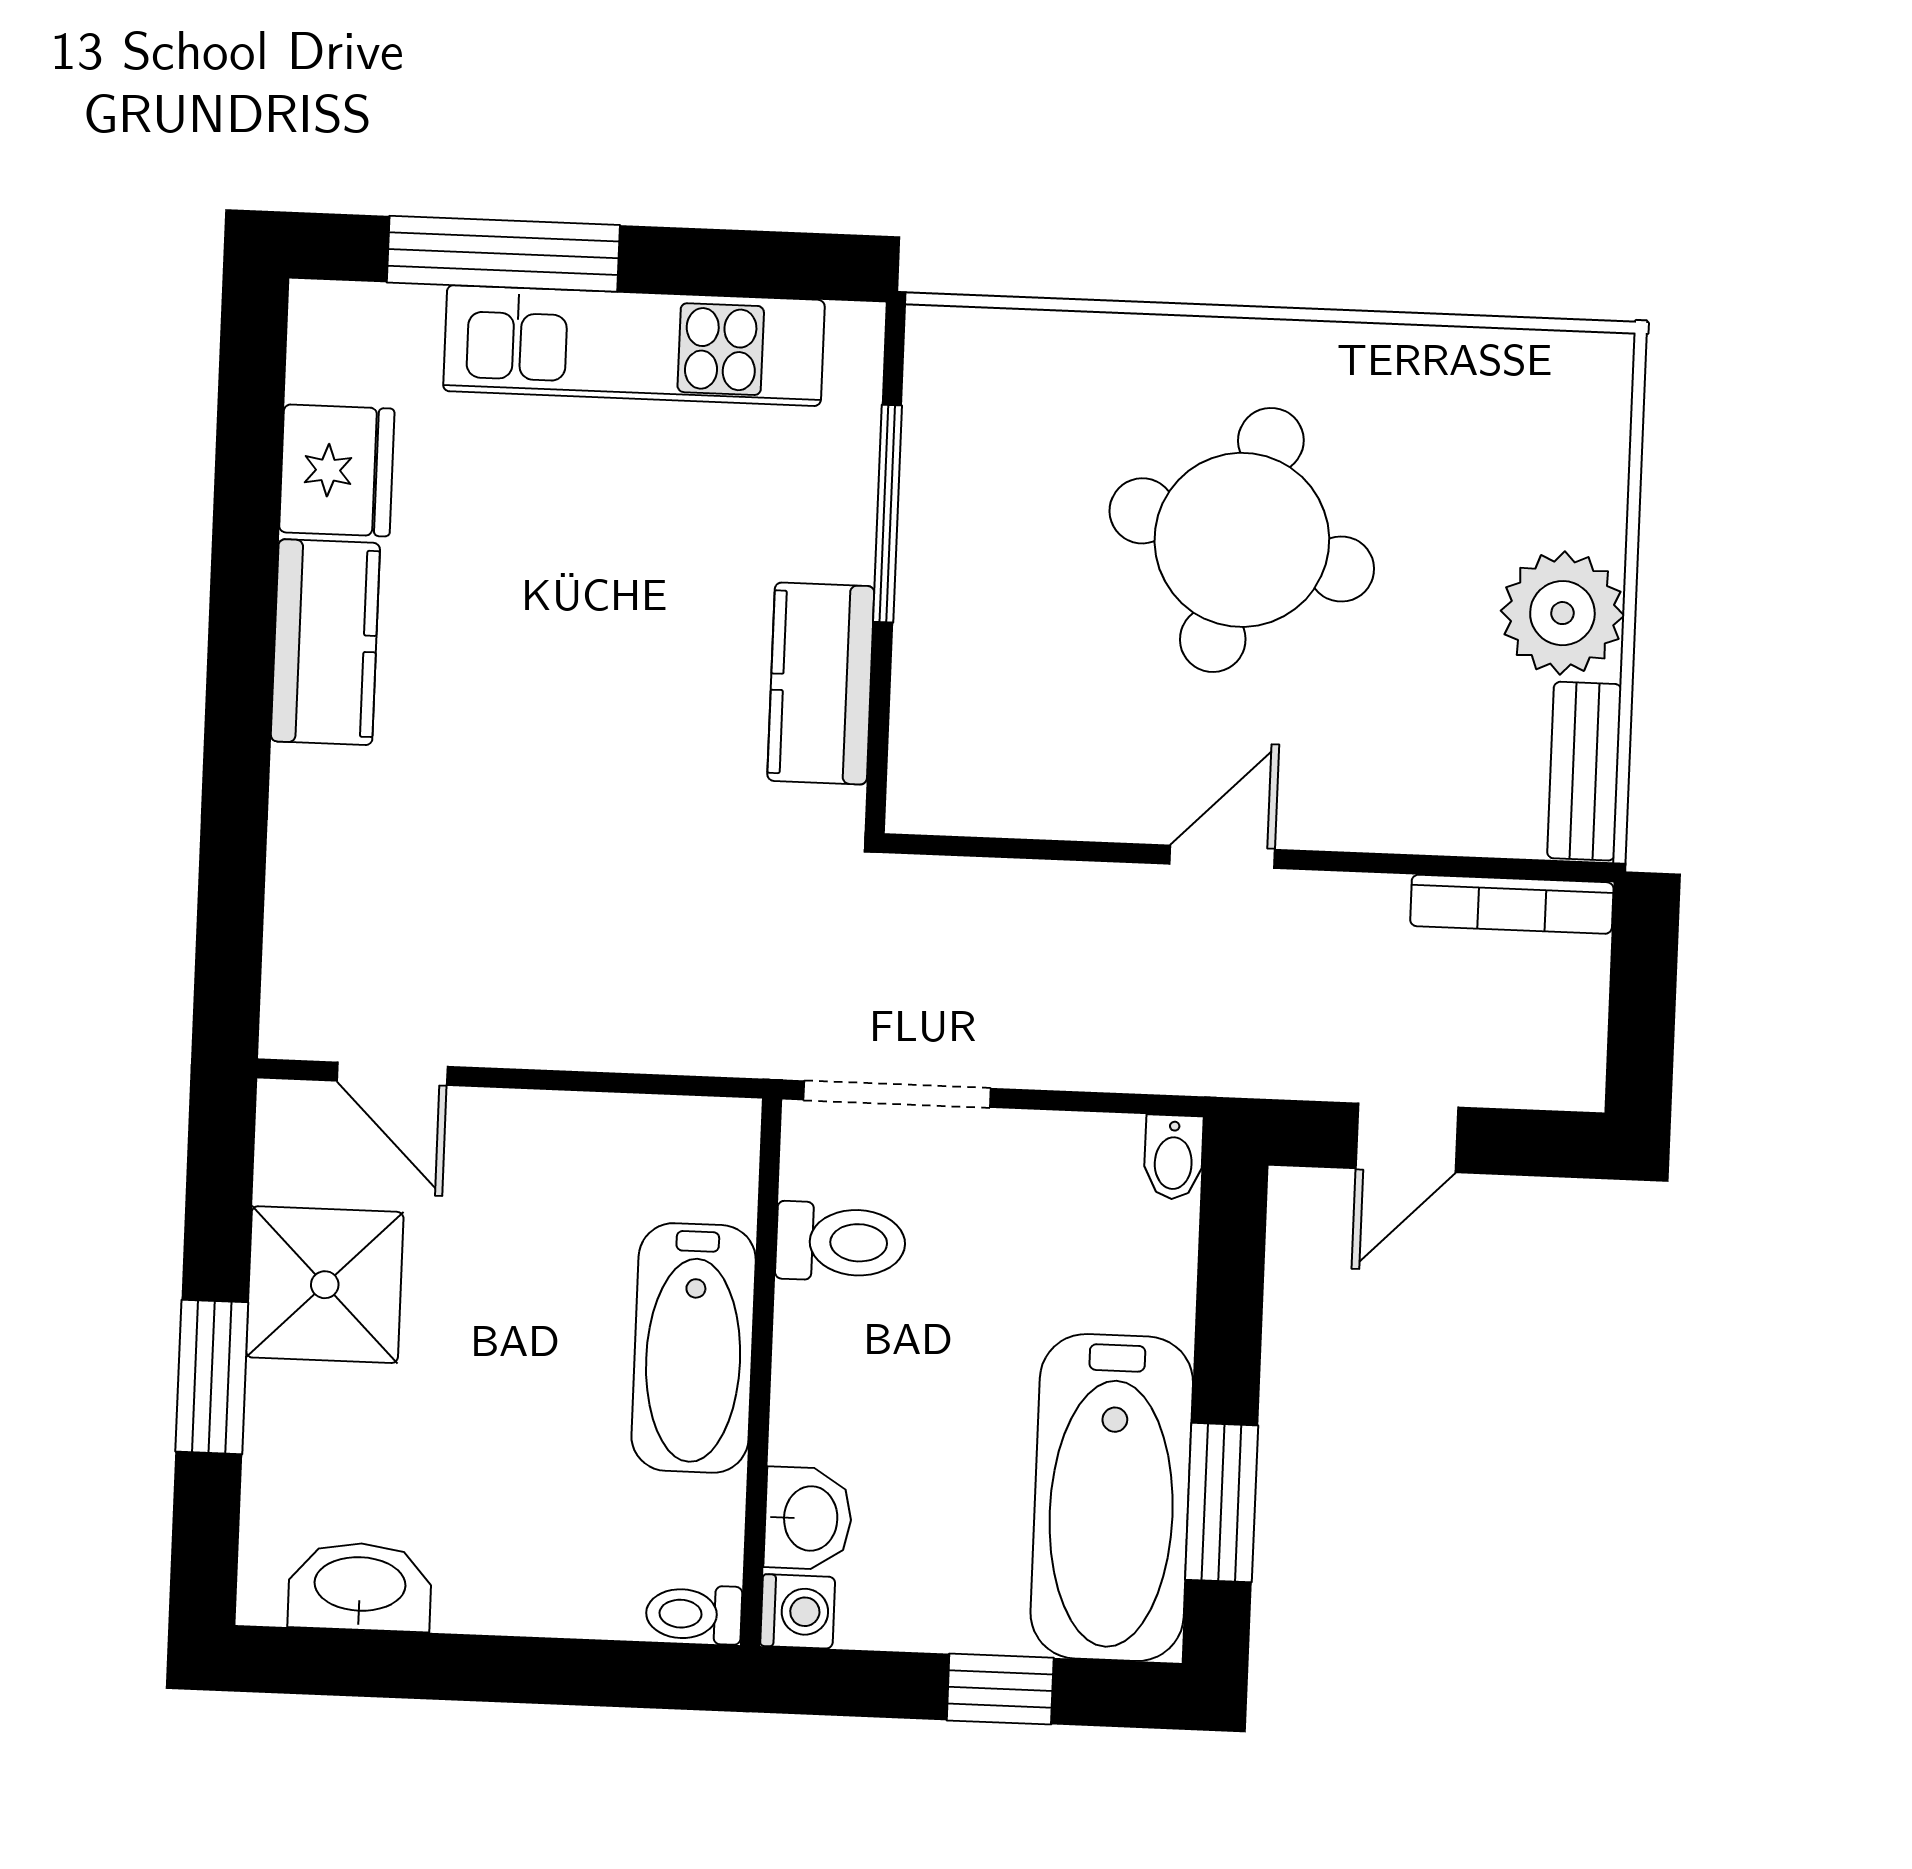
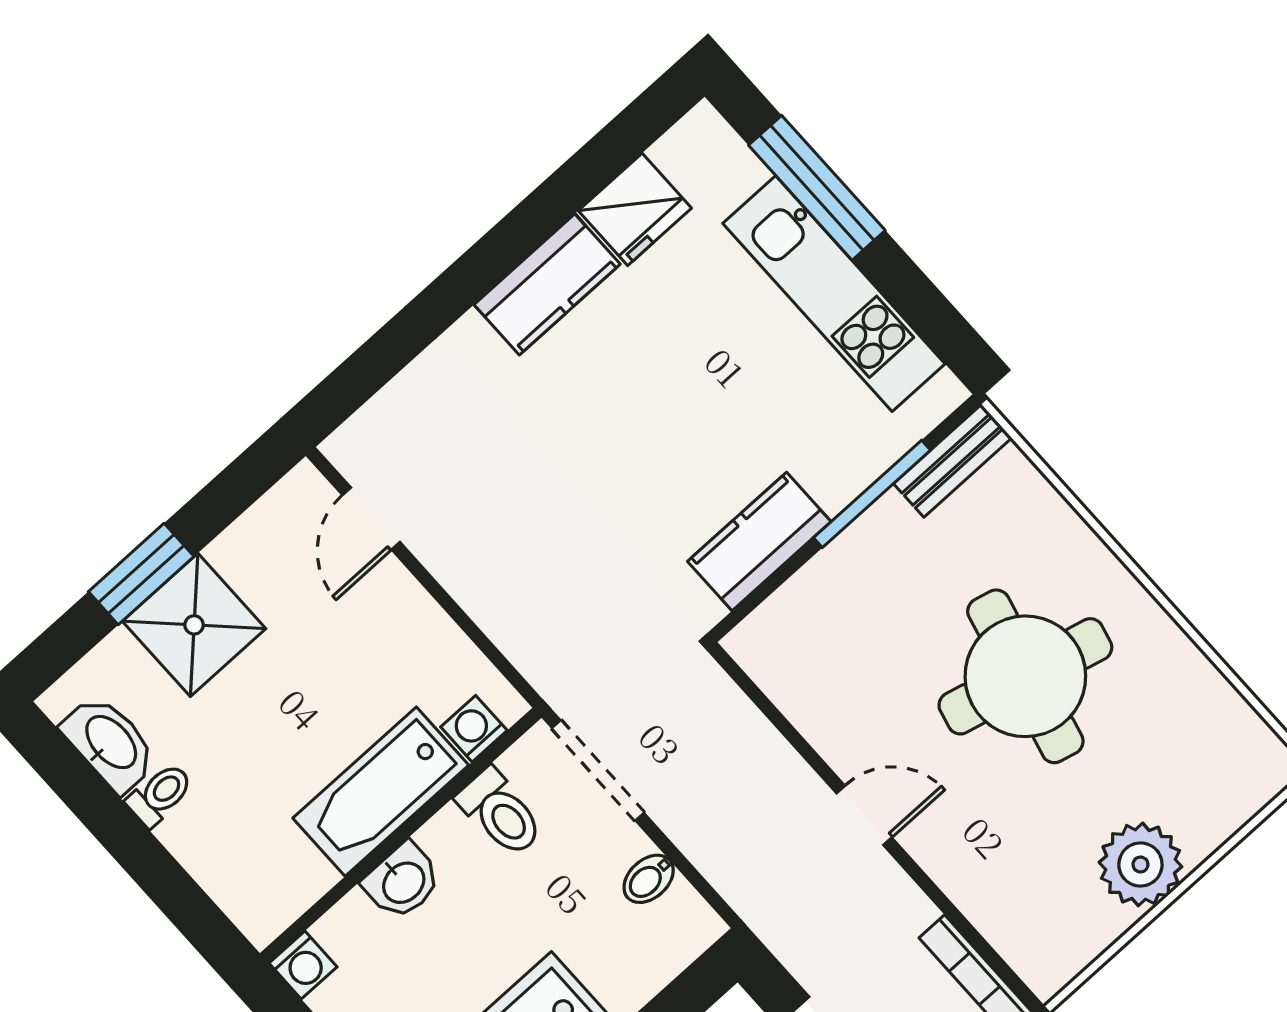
bench: (1584, 771) -> (953, 461), moved
bidet: (1173, 1157) -> (649, 879), moved
washing machine: (723, 1183) -> (474, 729), added
shower: (325, 1285) -> (194, 625), moved
washbasin: (808, 1518) -> (403, 881), moved
toilet: (694, 1614) -> (160, 795), moved, turned 90

